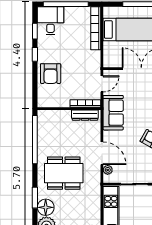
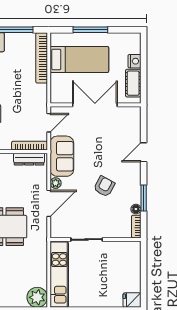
door: (102, 153) -> (49, 203), hinge flipped
plant: (108, 170) -> (56, 183), moved

